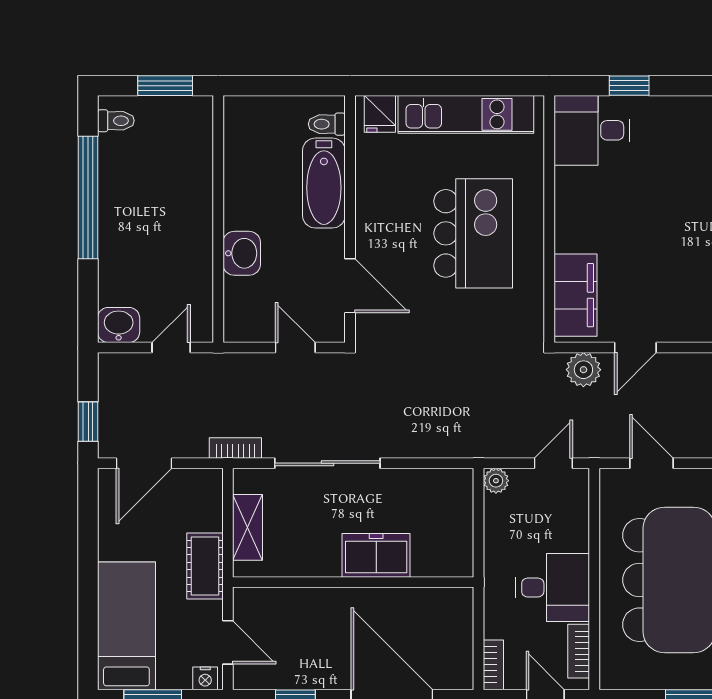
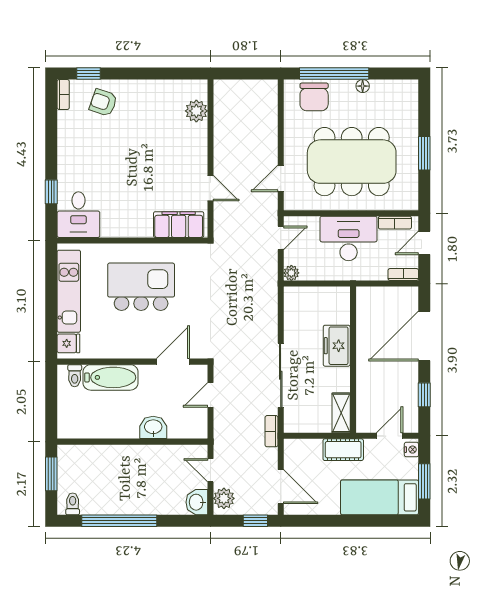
plant: (583, 370) -> (224, 498), moved
door: (553, 463) -> (281, 238), swing flipped
shelving: (248, 527) -> (341, 413), moved, turned 90
desk: (553, 588) -> (349, 238), width x1.37

